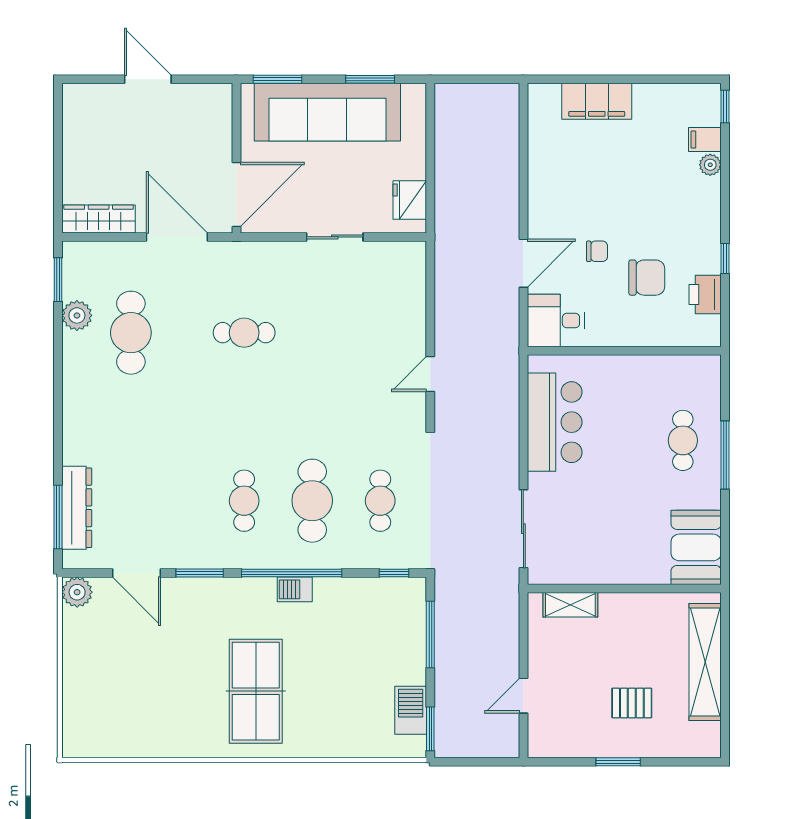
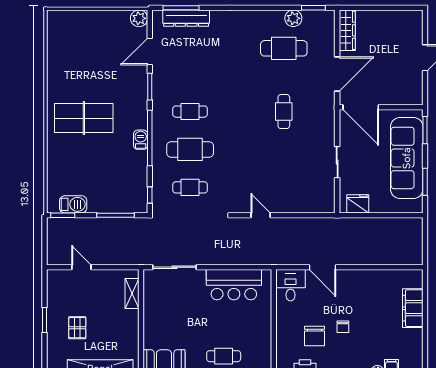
chair: (597, 251) -> (343, 327), moved

